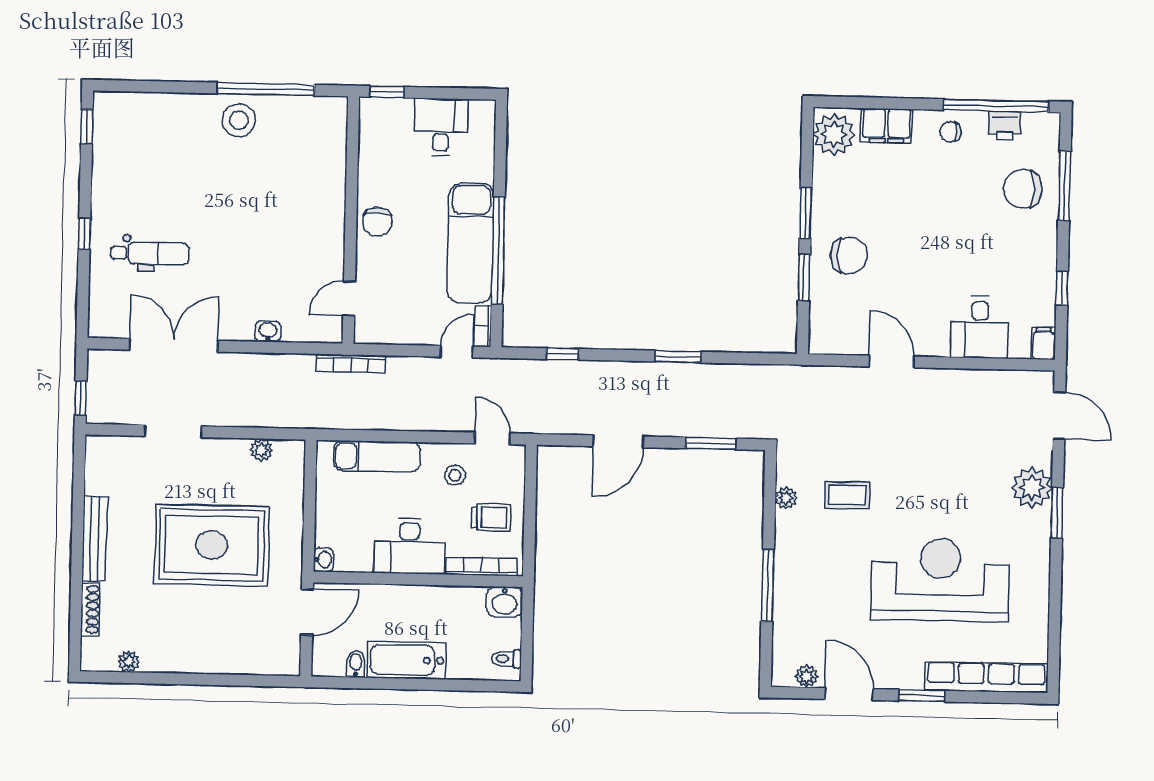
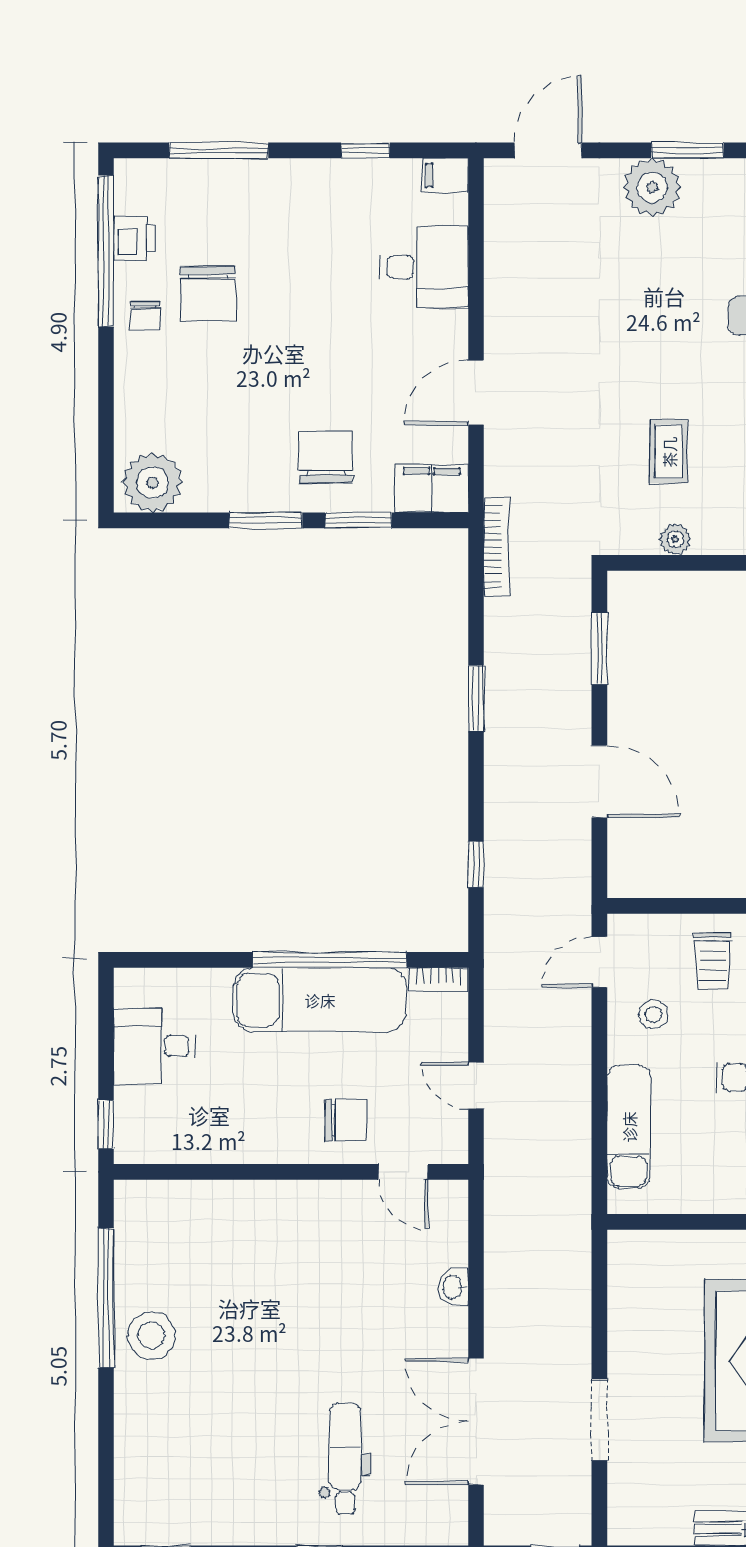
filing cabinet: (887, 126) -> (432, 488), moved, turned -90
chair: (1023, 189) -> (208, 293), moved
chair: (377, 222) -> (346, 1120), moved
door: (457, 352) -> (476, 1086), moved
bookcase: (351, 363) -> (496, 547), moved
plant: (261, 450) -> (623, 1293), removed
trolley: (491, 517) -> (713, 961), turned 180

